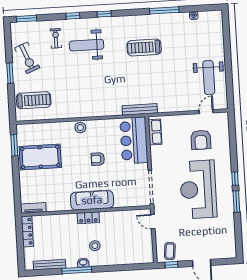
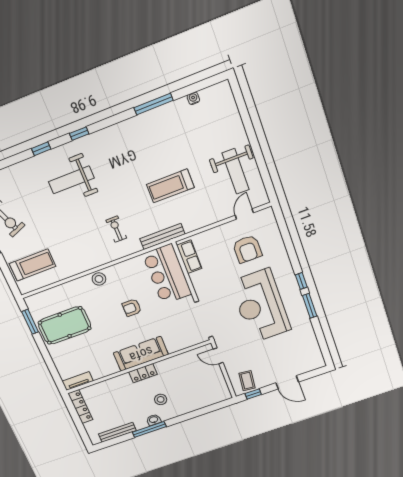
exercise bike: (56, 38) -> (116, 229), moved
treadmill: (144, 47) -> (170, 186), moved

